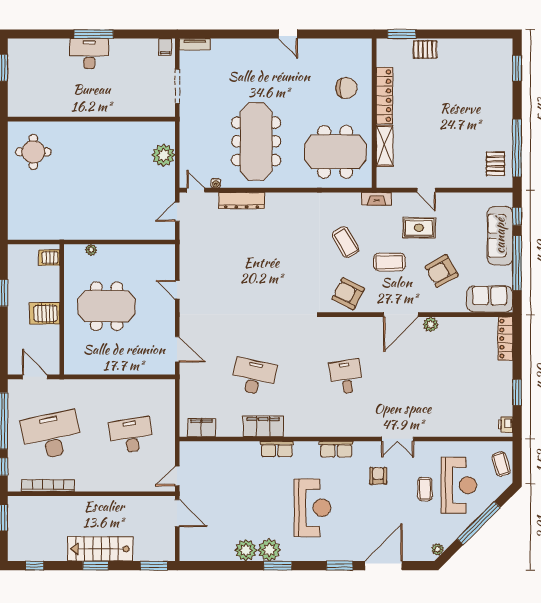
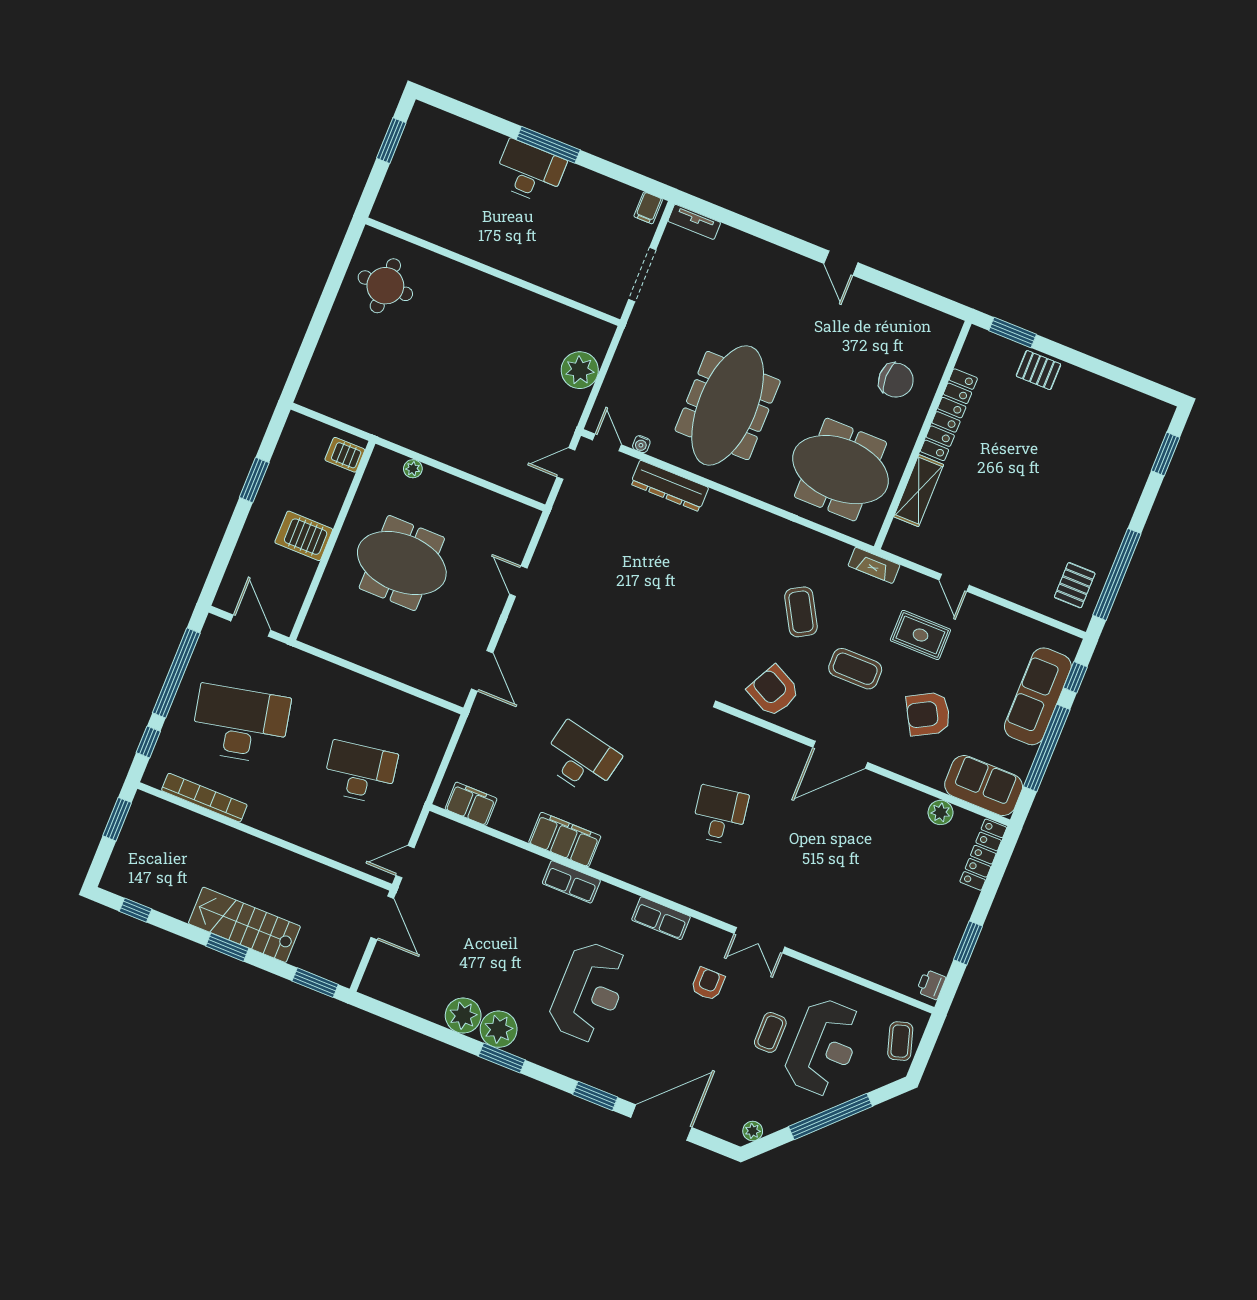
plant: (431, 324) -> (941, 812), moved

